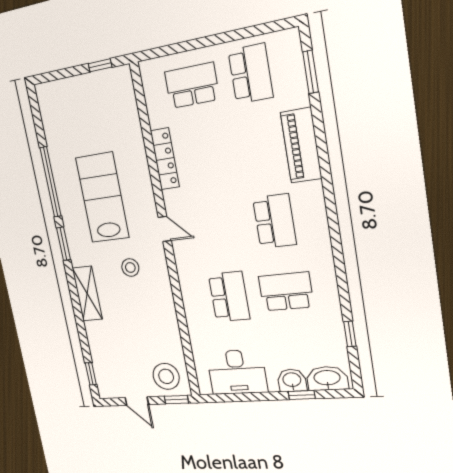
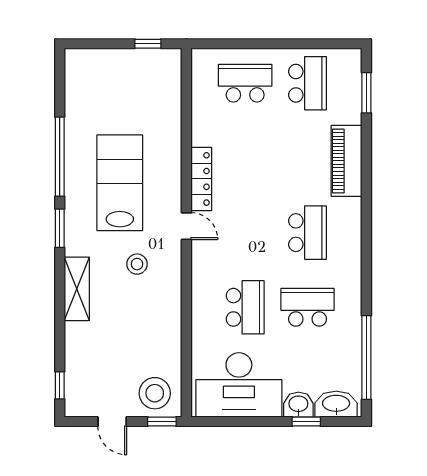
locker: (165, 159) -> (201, 179), moved
window: (350, 334) -> (366, 358), width x3.17
desk: (237, 372) -> (239, 385), width x1.36, depth x1.30

